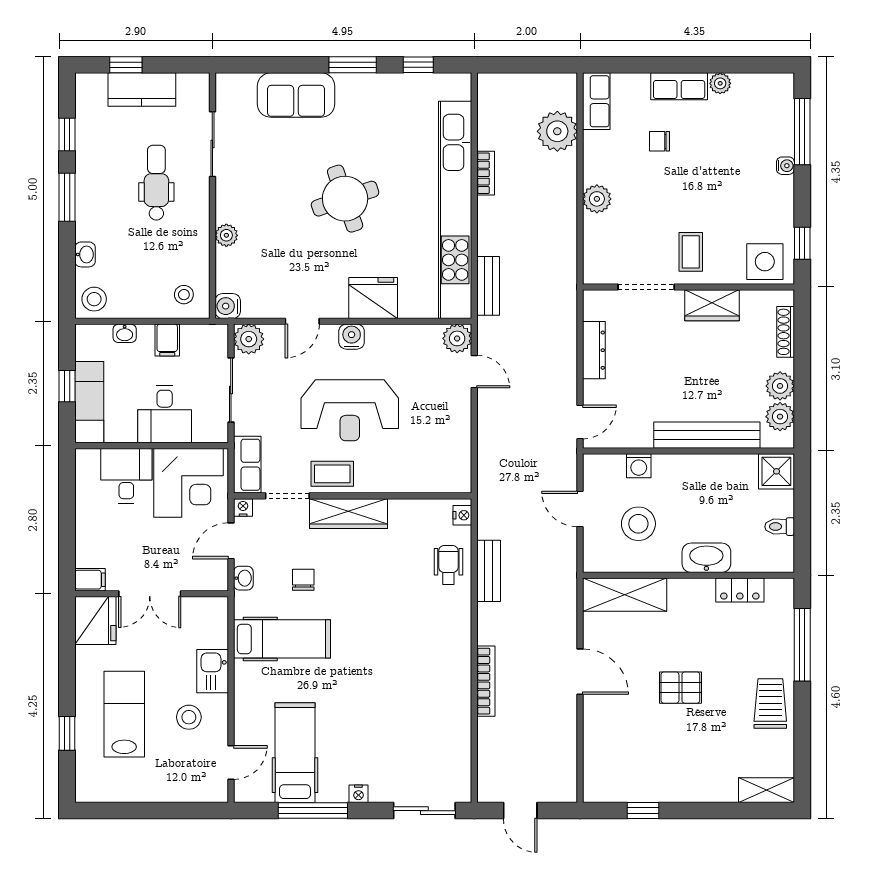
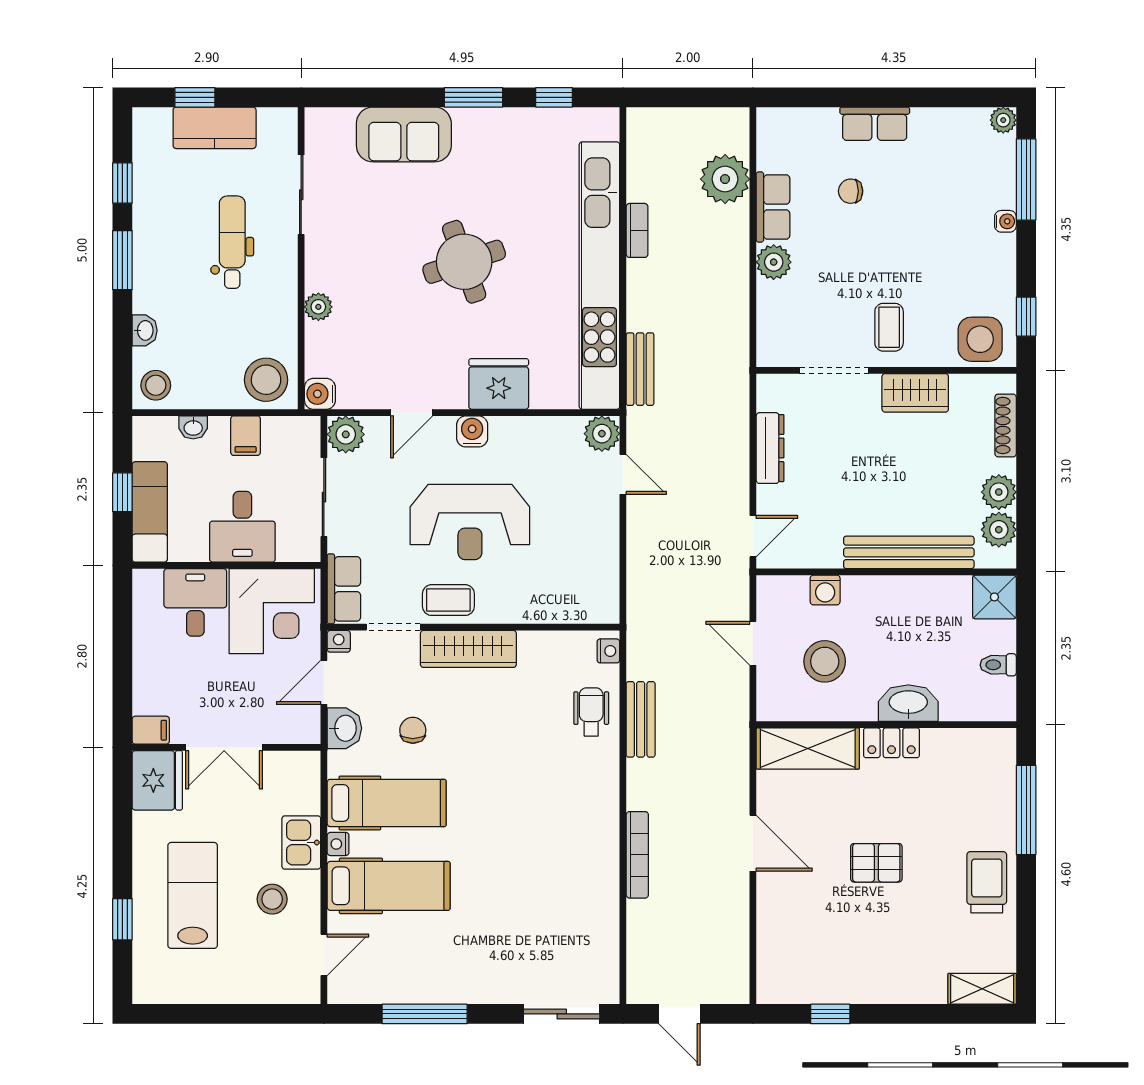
plant: (720, 83) -> (1003, 120), moved
row of seats: (596, 101) -> (773, 207), moved
stool: (184, 295) -> (266, 380), width x1.89, depth x1.89
washbasin: (243, 578) -> (344, 728), width x1.38, depth x1.45
locker: (740, 590) -> (891, 743), moved
hospital bed: (295, 753) -> (389, 886), moved, turned 90
nightstand: (358, 794) -> (338, 844), moved, turned 90

